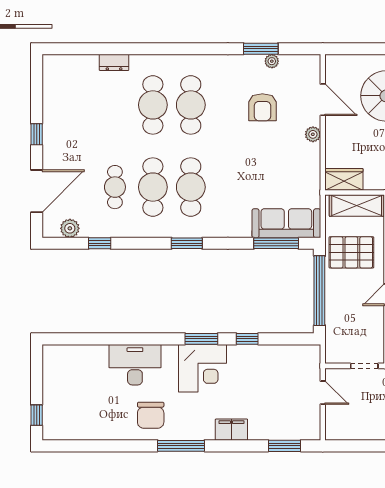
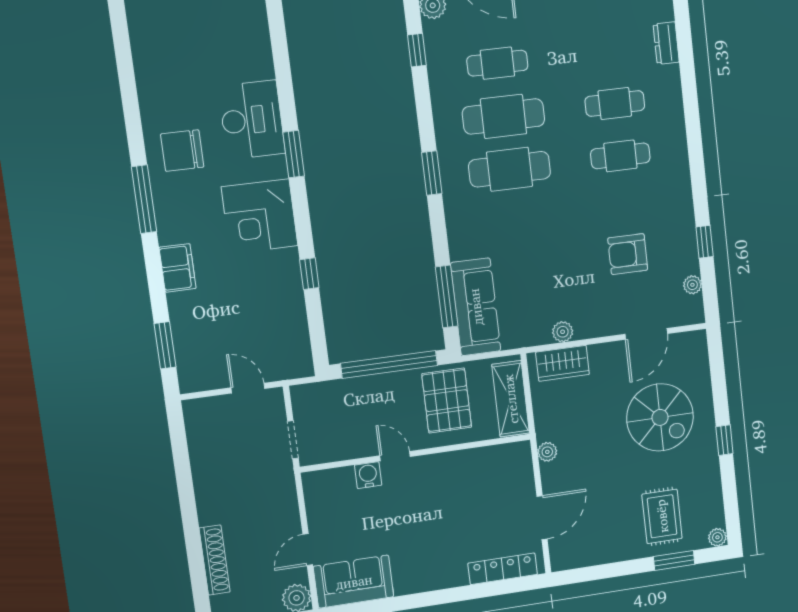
window: (261, 49) -> (705, 242), width x0.67
plant: (272, 61) -> (692, 285), moved
cafe table: (153, 105) -> (615, 103), width x0.73, depth x0.74
cafe table: (191, 105) -> (620, 156), width x0.73, depth x0.74
plant: (313, 134) -> (563, 332), moved
wardrobe: (344, 179) -> (563, 363), moved, turned 90
window: (201, 339) -> (294, 154), moved
door: (323, 393) -> (248, 388), swing flipped

